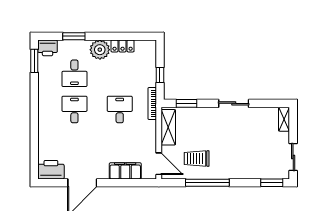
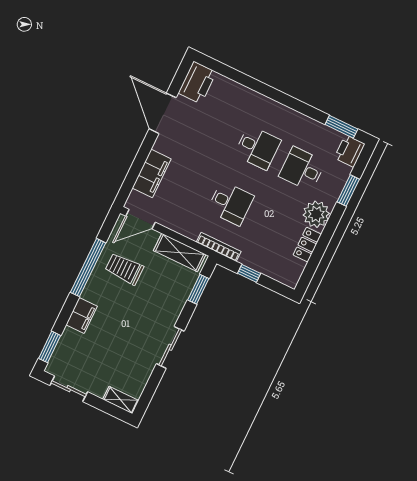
trolley: (197, 159) -> (124, 269), turned -90
filing cabinet: (241, 172) -> (82, 315), added

